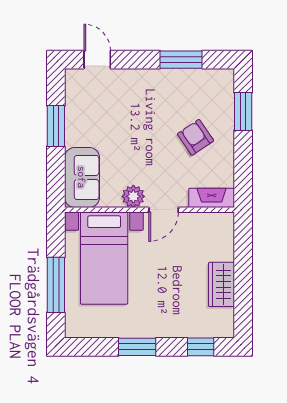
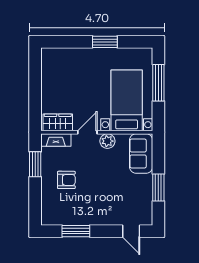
window: (243, 112) -> (35, 164), moved
armchair: (196, 137) -> (66, 180), turned -56
wardrobe: (221, 284) -> (58, 122), moved, turned -90
window: (201, 347) -> (63, 42), removed

